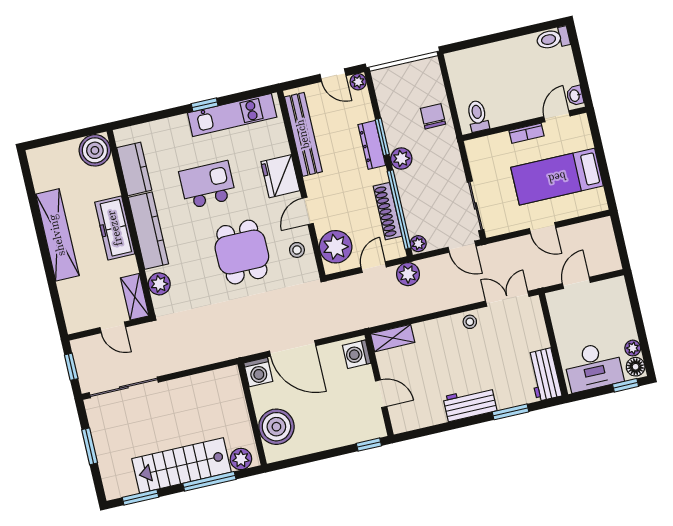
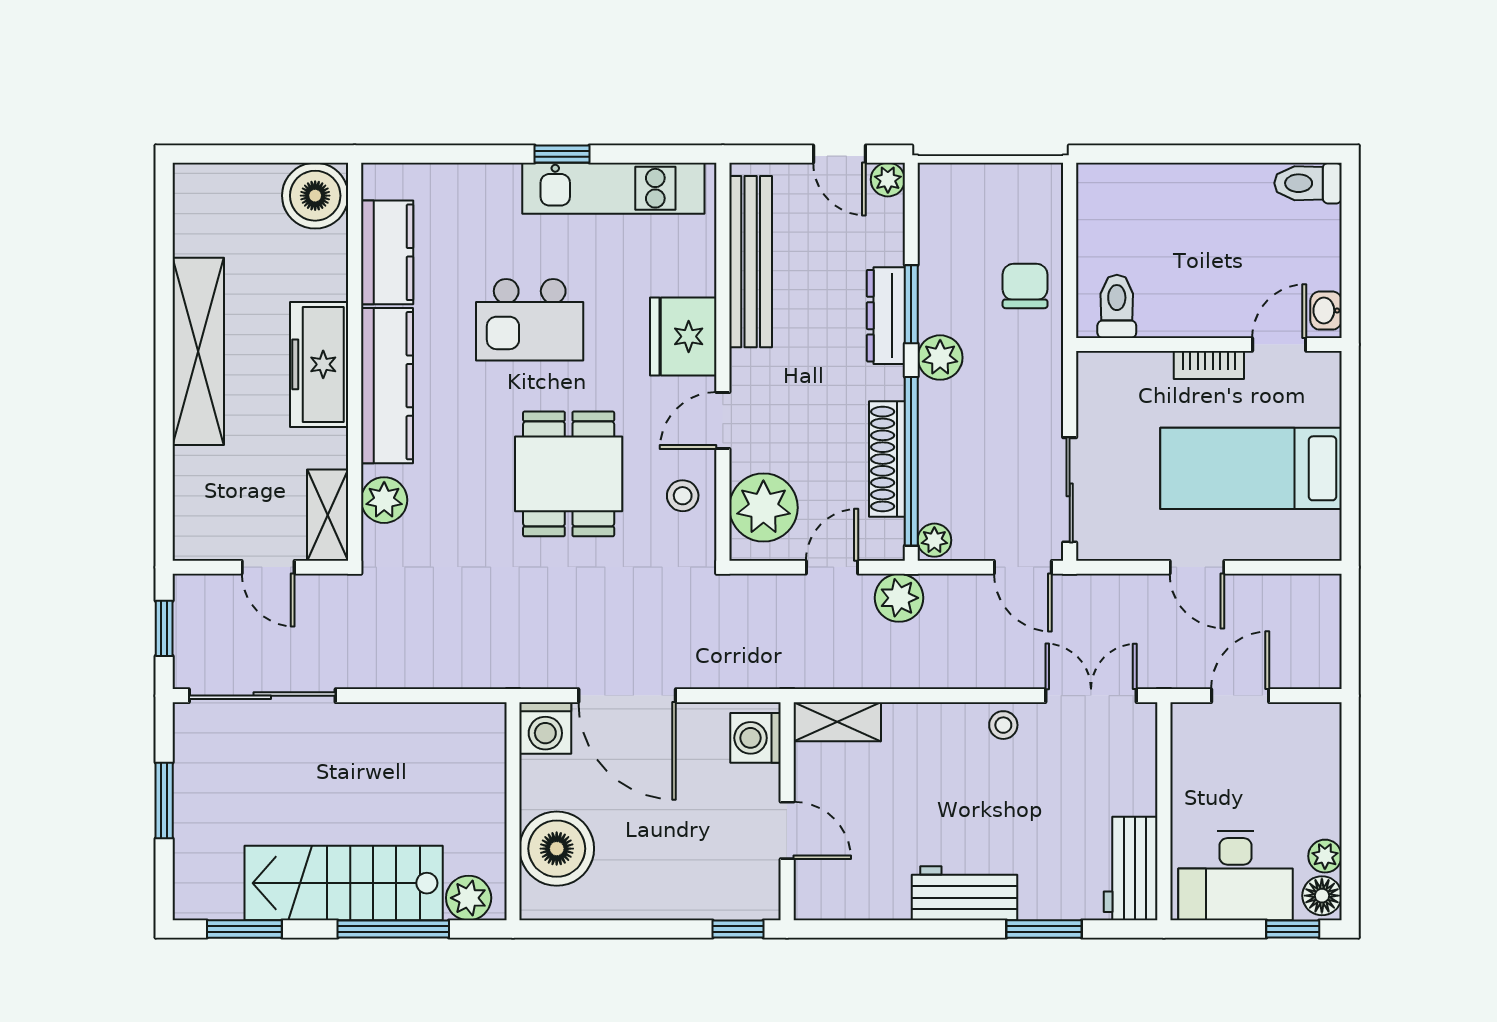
kitchen island: (207, 185) -> (530, 320), turned 180

